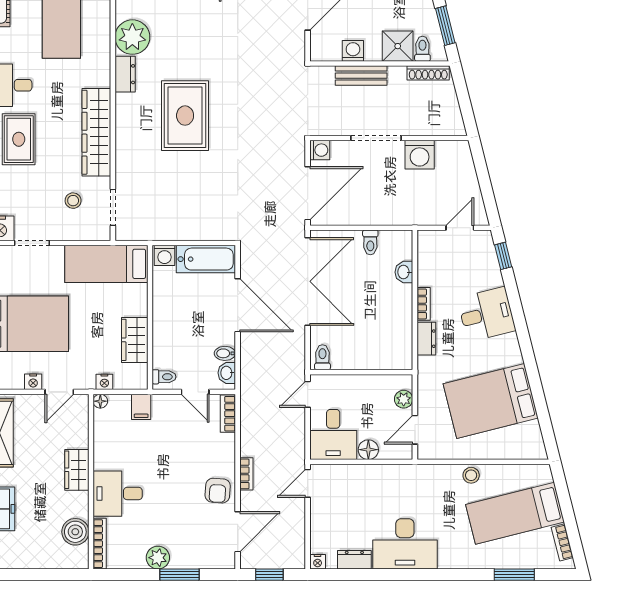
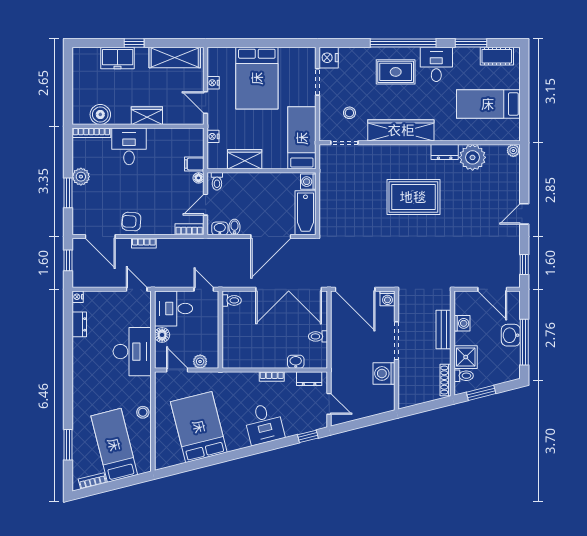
dresser: (426, 339) -> (309, 379), moved
floor lamp: (100, 401) -> (199, 178), moved
desk: (405, 544) -> (132, 352), moved, turned 180

